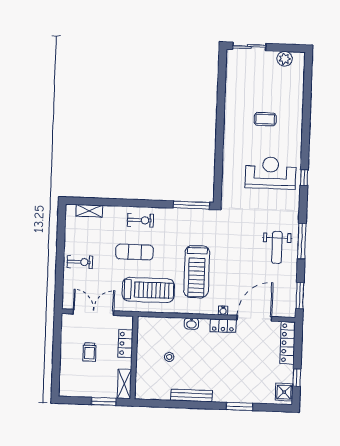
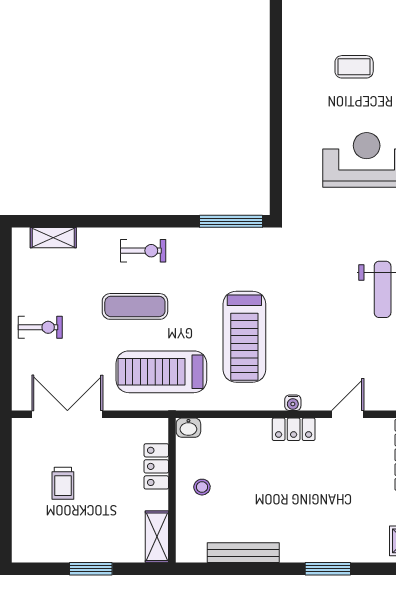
treadmill: (148, 290) -> (161, 372), turned 180
door: (254, 318) -> (348, 414), width x0.53
washbasin: (191, 324) -> (188, 428), moved
locker: (125, 343) -> (156, 466), moved
wall: (134, 358) -> (172, 490), moved
shelving: (124, 384) -> (157, 537), moved

